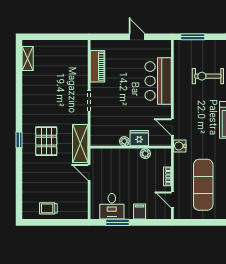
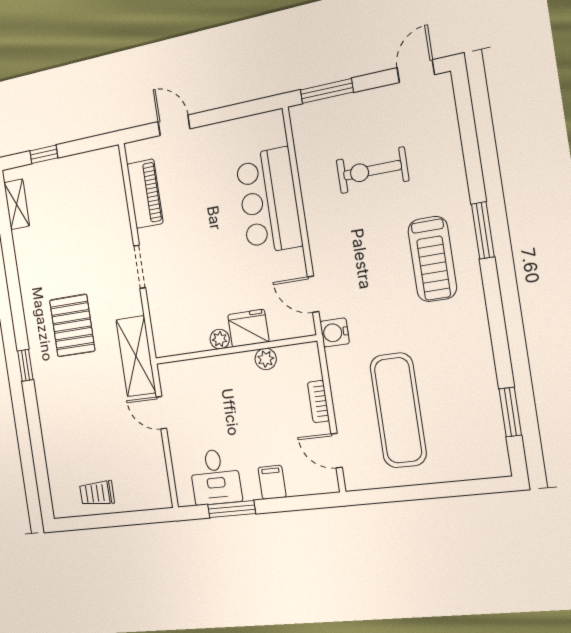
window: (47, 37) -> (44, 154), added
door: (137, 37) -> (174, 125), moved
pallet: (46, 141) -> (72, 326), moved

